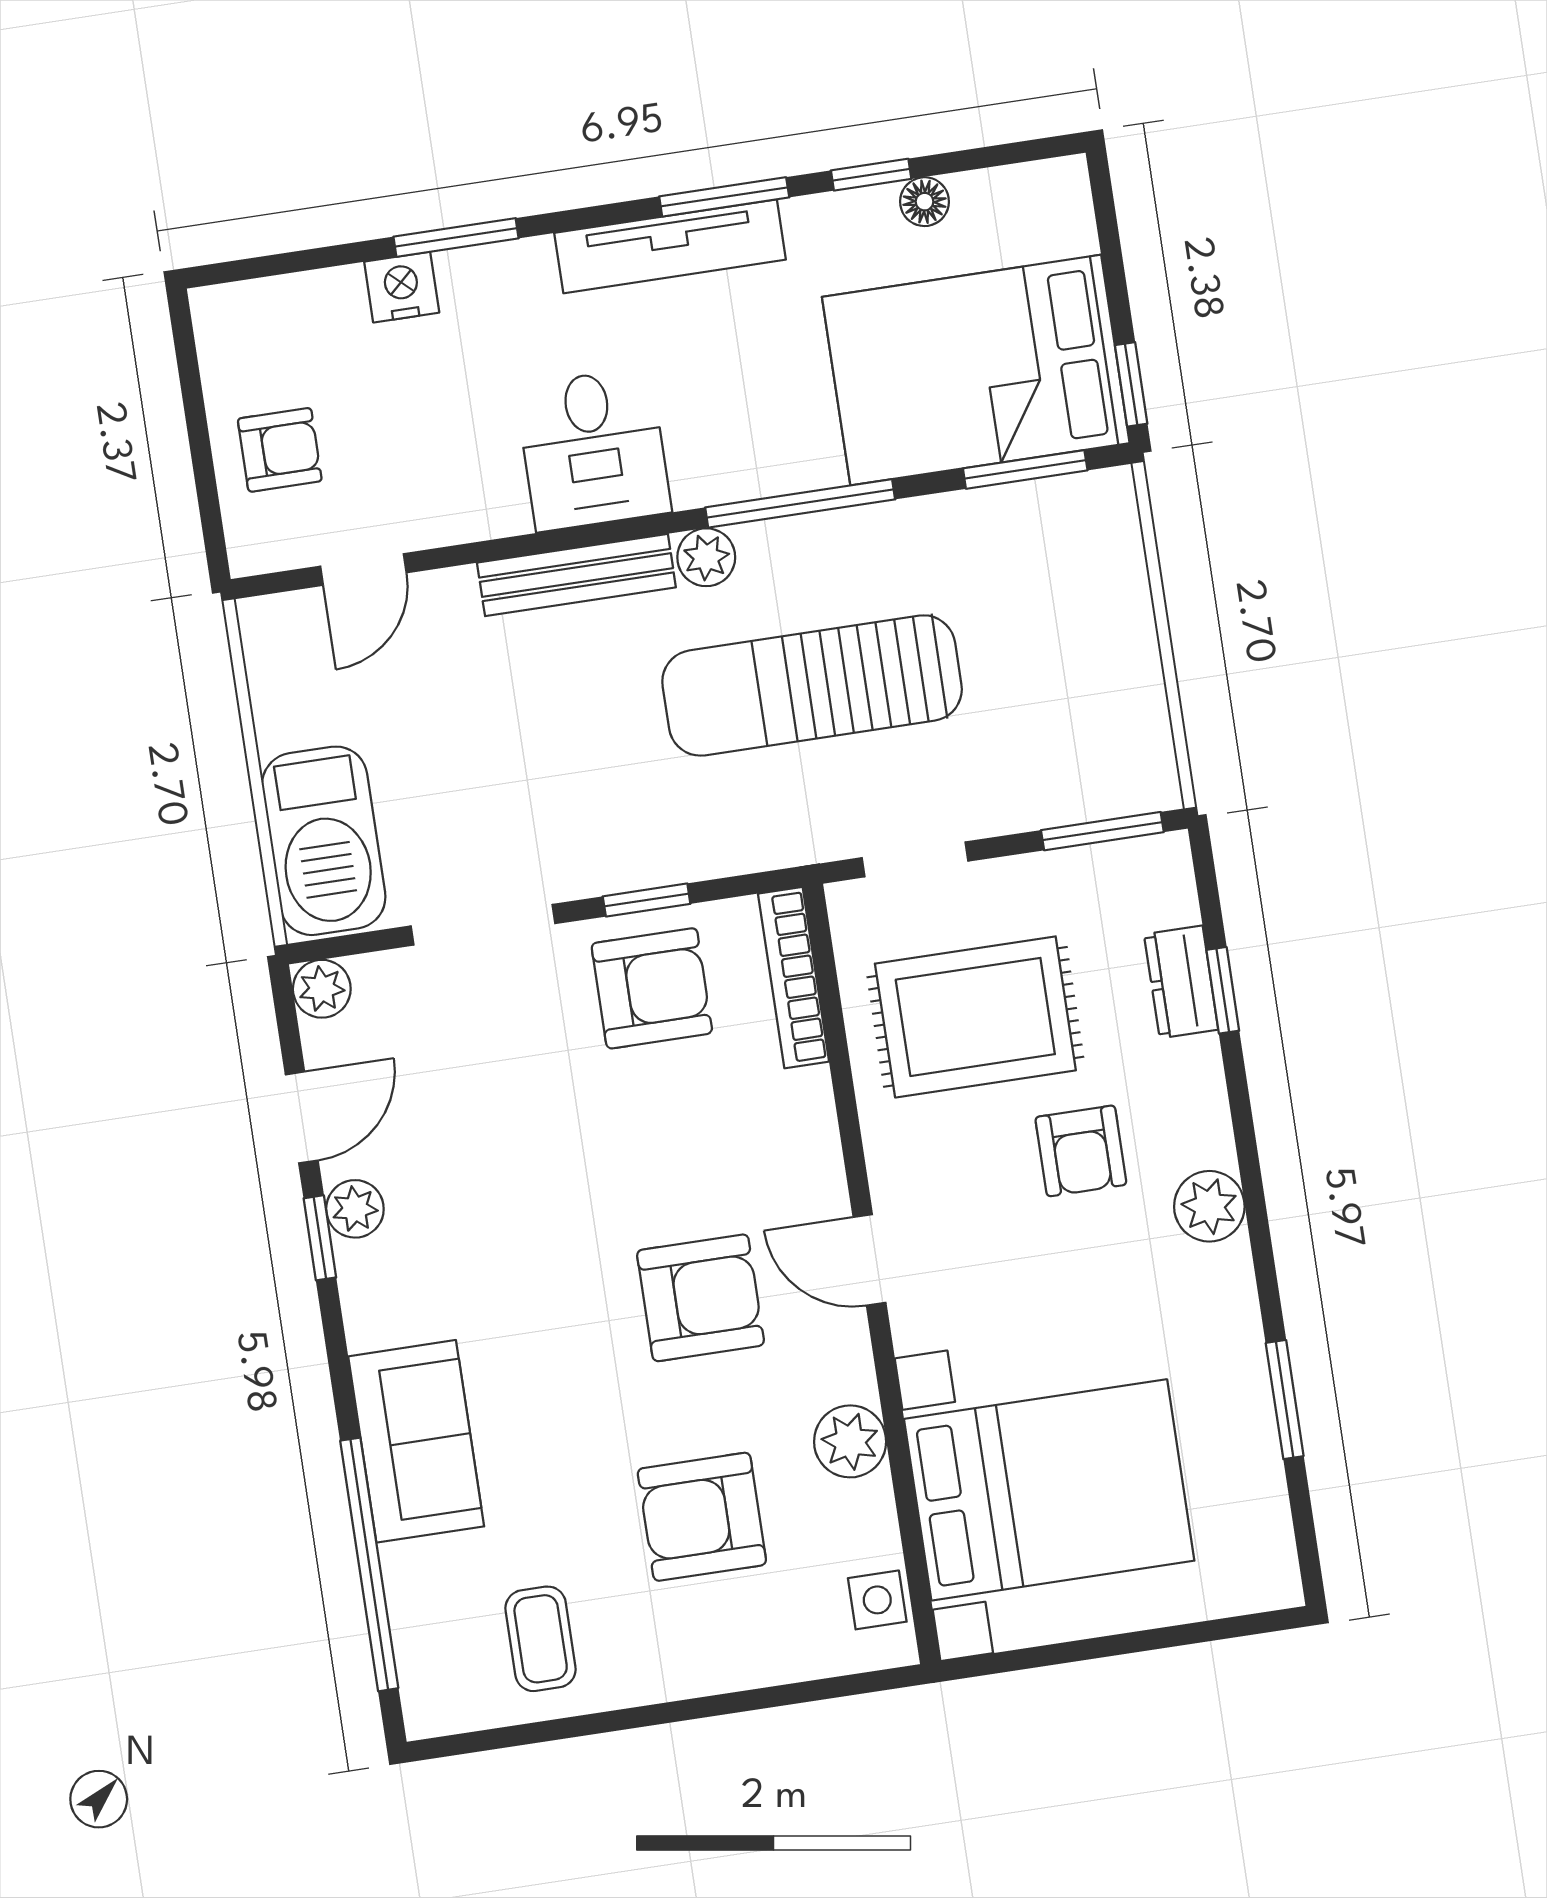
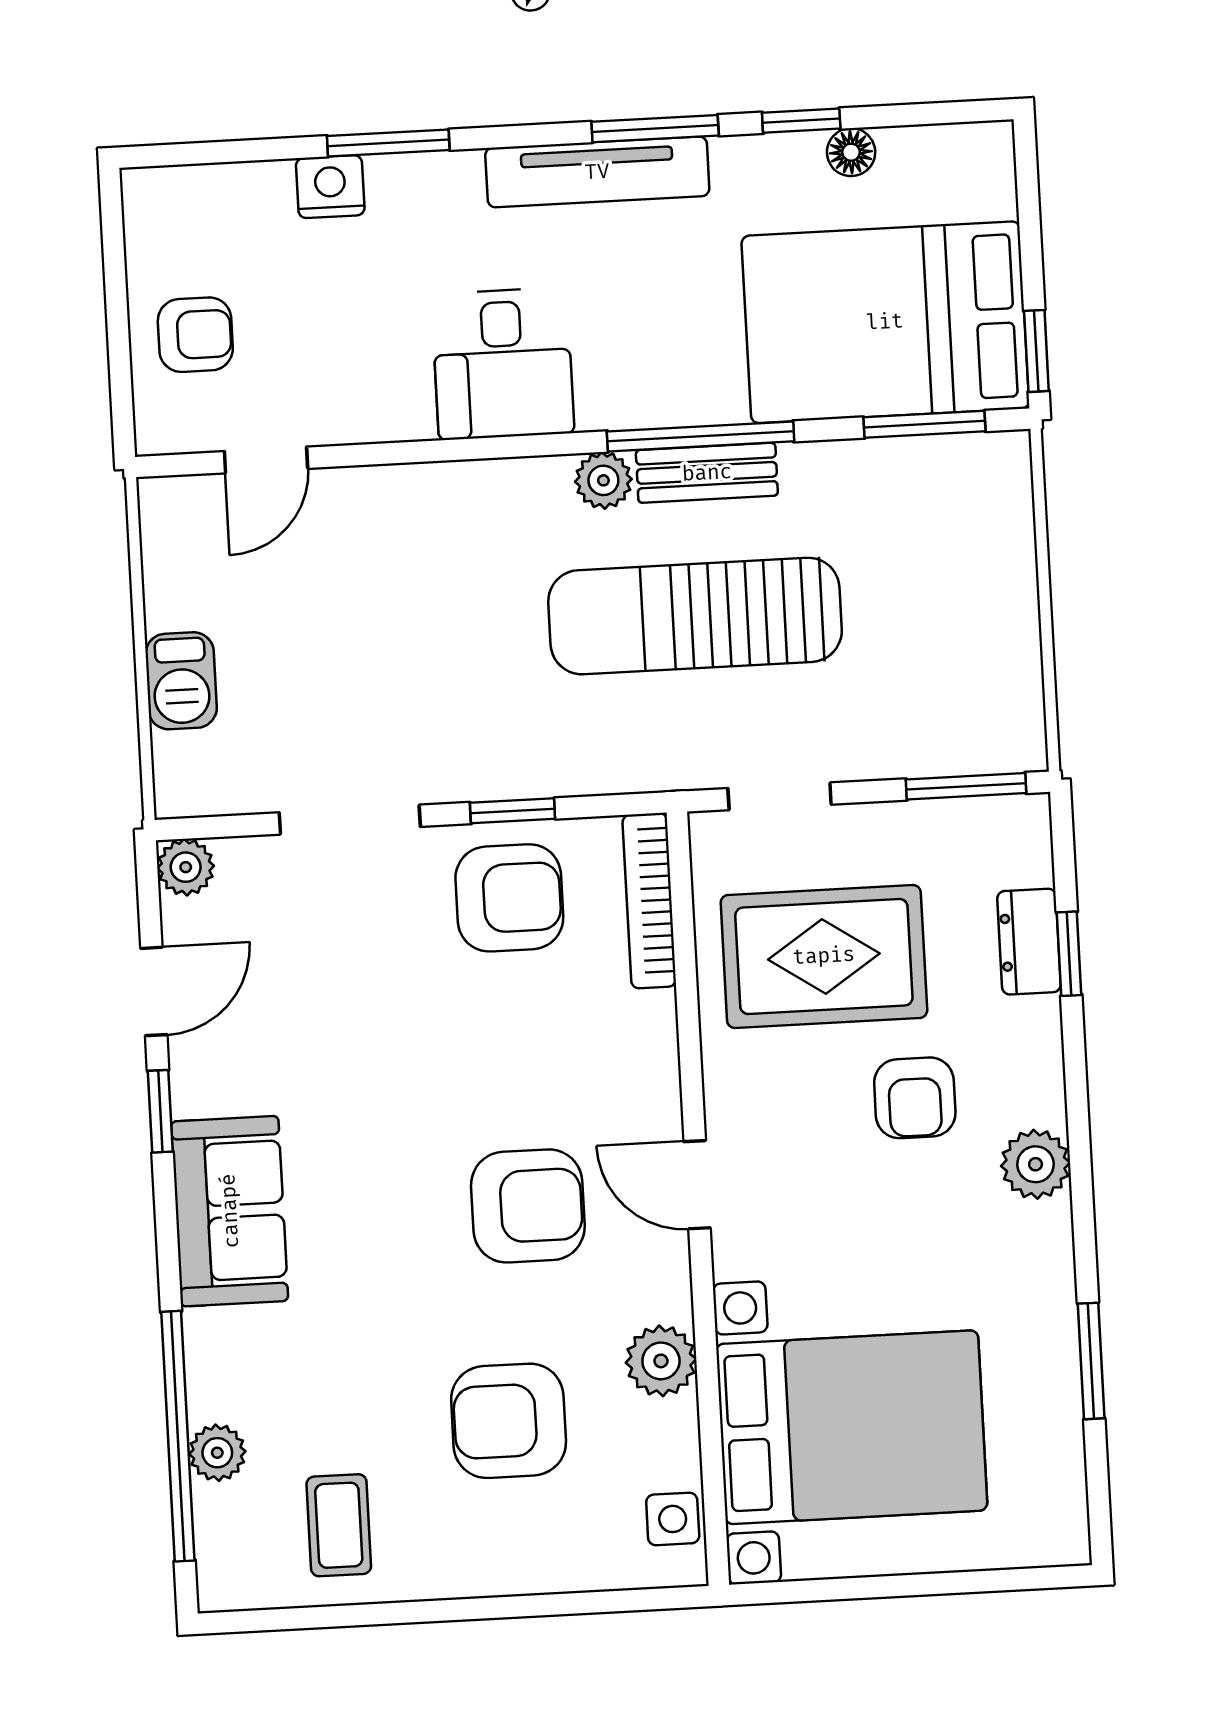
bench: (576, 575) -> (707, 473), moved, width x0.73
barbecue: (324, 841) -> (181, 681), width x0.53, depth x0.65
plant: (355, 1209) -> (217, 1453), moved
sofa: (416, 1441) -> (230, 1211), moved

